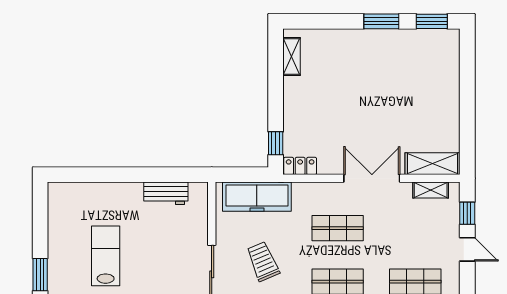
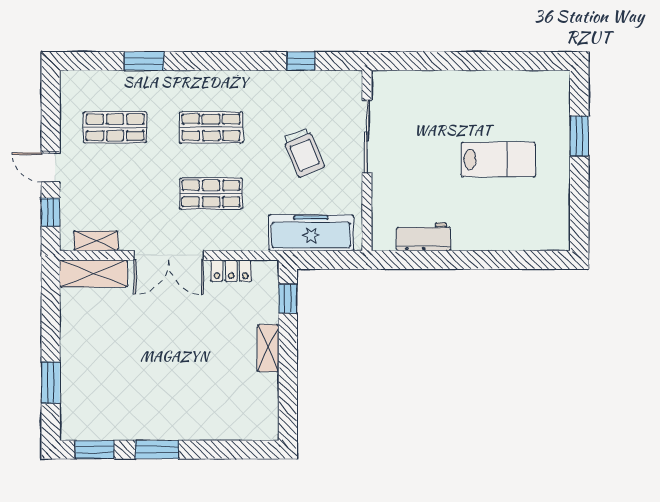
shelving: (292, 57) -> (268, 348), moved
window: (467, 76) -> (51, 382), added
locker: (300, 166) -> (231, 271), moved
lab bench: (106, 256) -> (498, 159), turned -90

